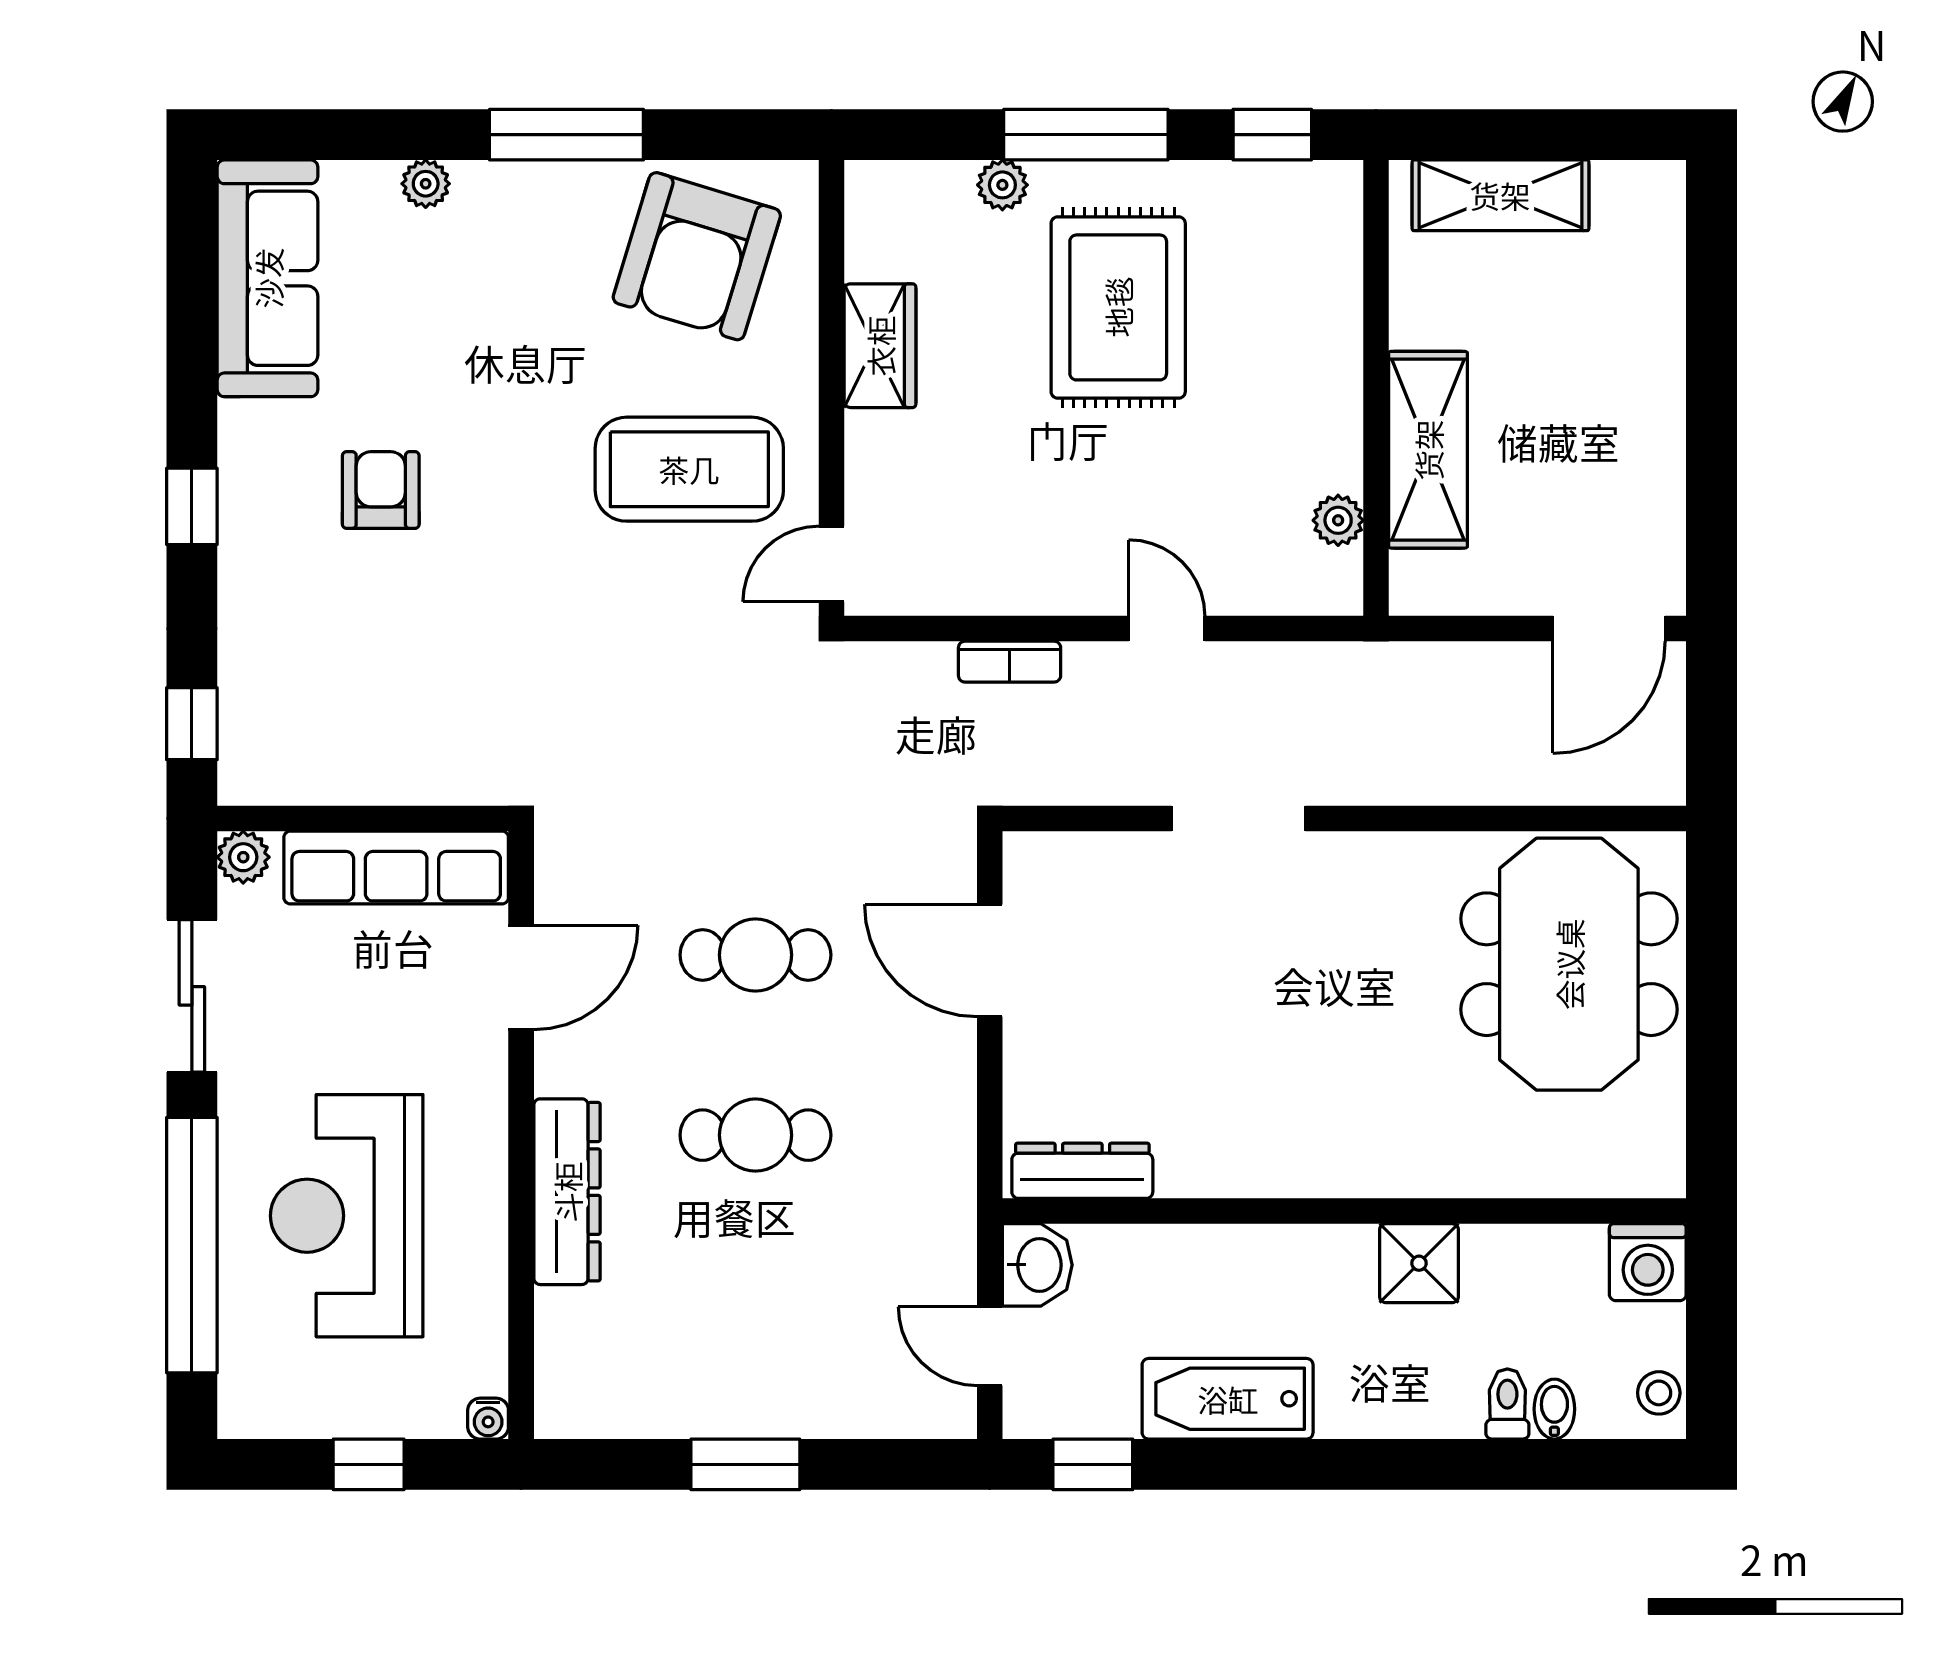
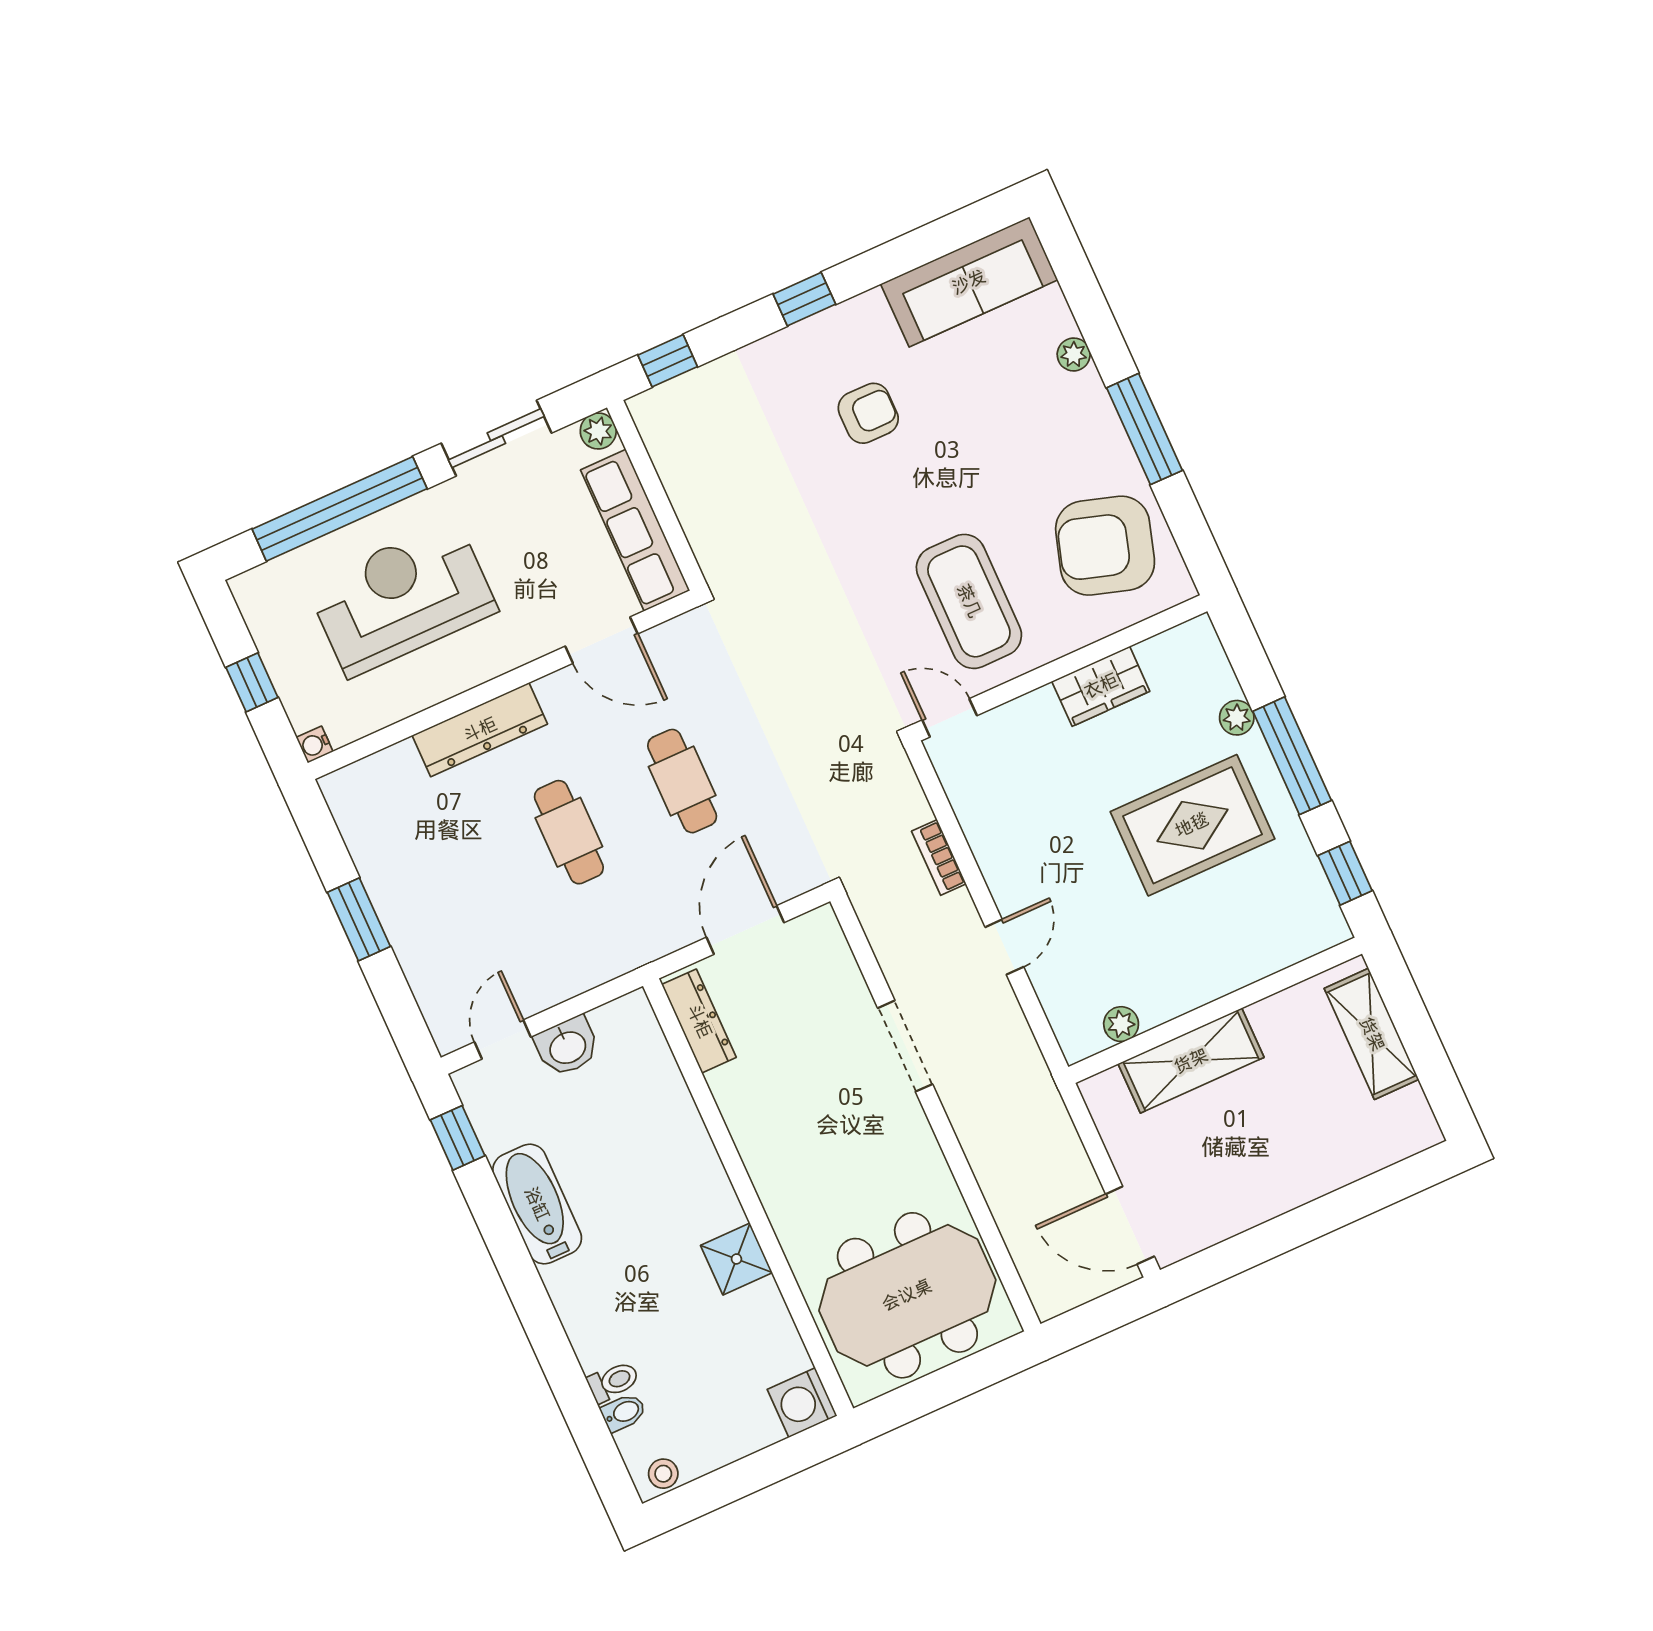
dresser: (1082, 1171) -> (699, 1021), moved
wall: (1344, 1211) -> (748, 1197), moved
washing machine: (1648, 1262) -> (802, 1403), moved
shower: (1419, 1263) -> (736, 1259), moved

